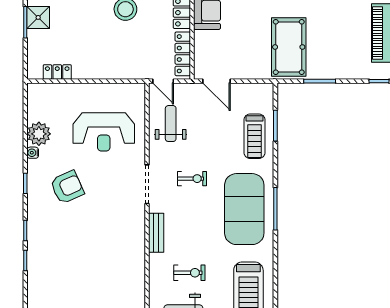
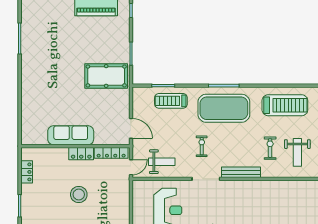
door: (217, 81) -> (131, 128), hinge flipped
weight bench: (171, 124) -> (162, 162), turned 180
treadmill: (254, 136) -> (171, 101), turned 180
bench: (156, 233) -> (241, 172), width x1.36

